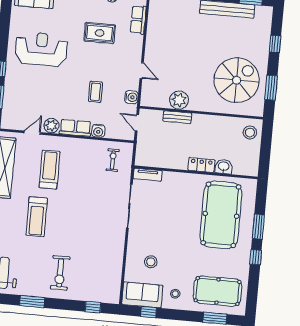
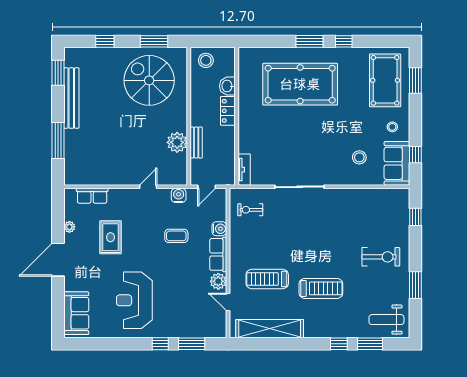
locker: (201, 165) -> (228, 111), moved
washbasin: (224, 167) -> (227, 86), moved
wall: (196, 172) -> (237, 116), moved
tv unit: (148, 175) -> (244, 170), moved

